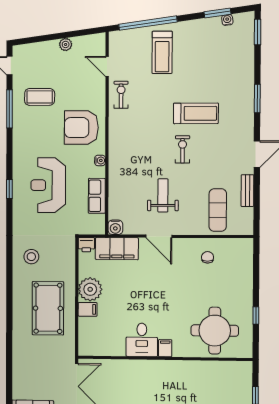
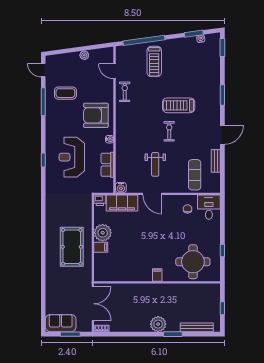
treadmill: (196, 113) -> (179, 105), turned 180
weight bench: (163, 195) -> (155, 164), turned 180
stool: (31, 257) -> (60, 209), removed
desk: (142, 340) -> (209, 207), moved, turned 180

